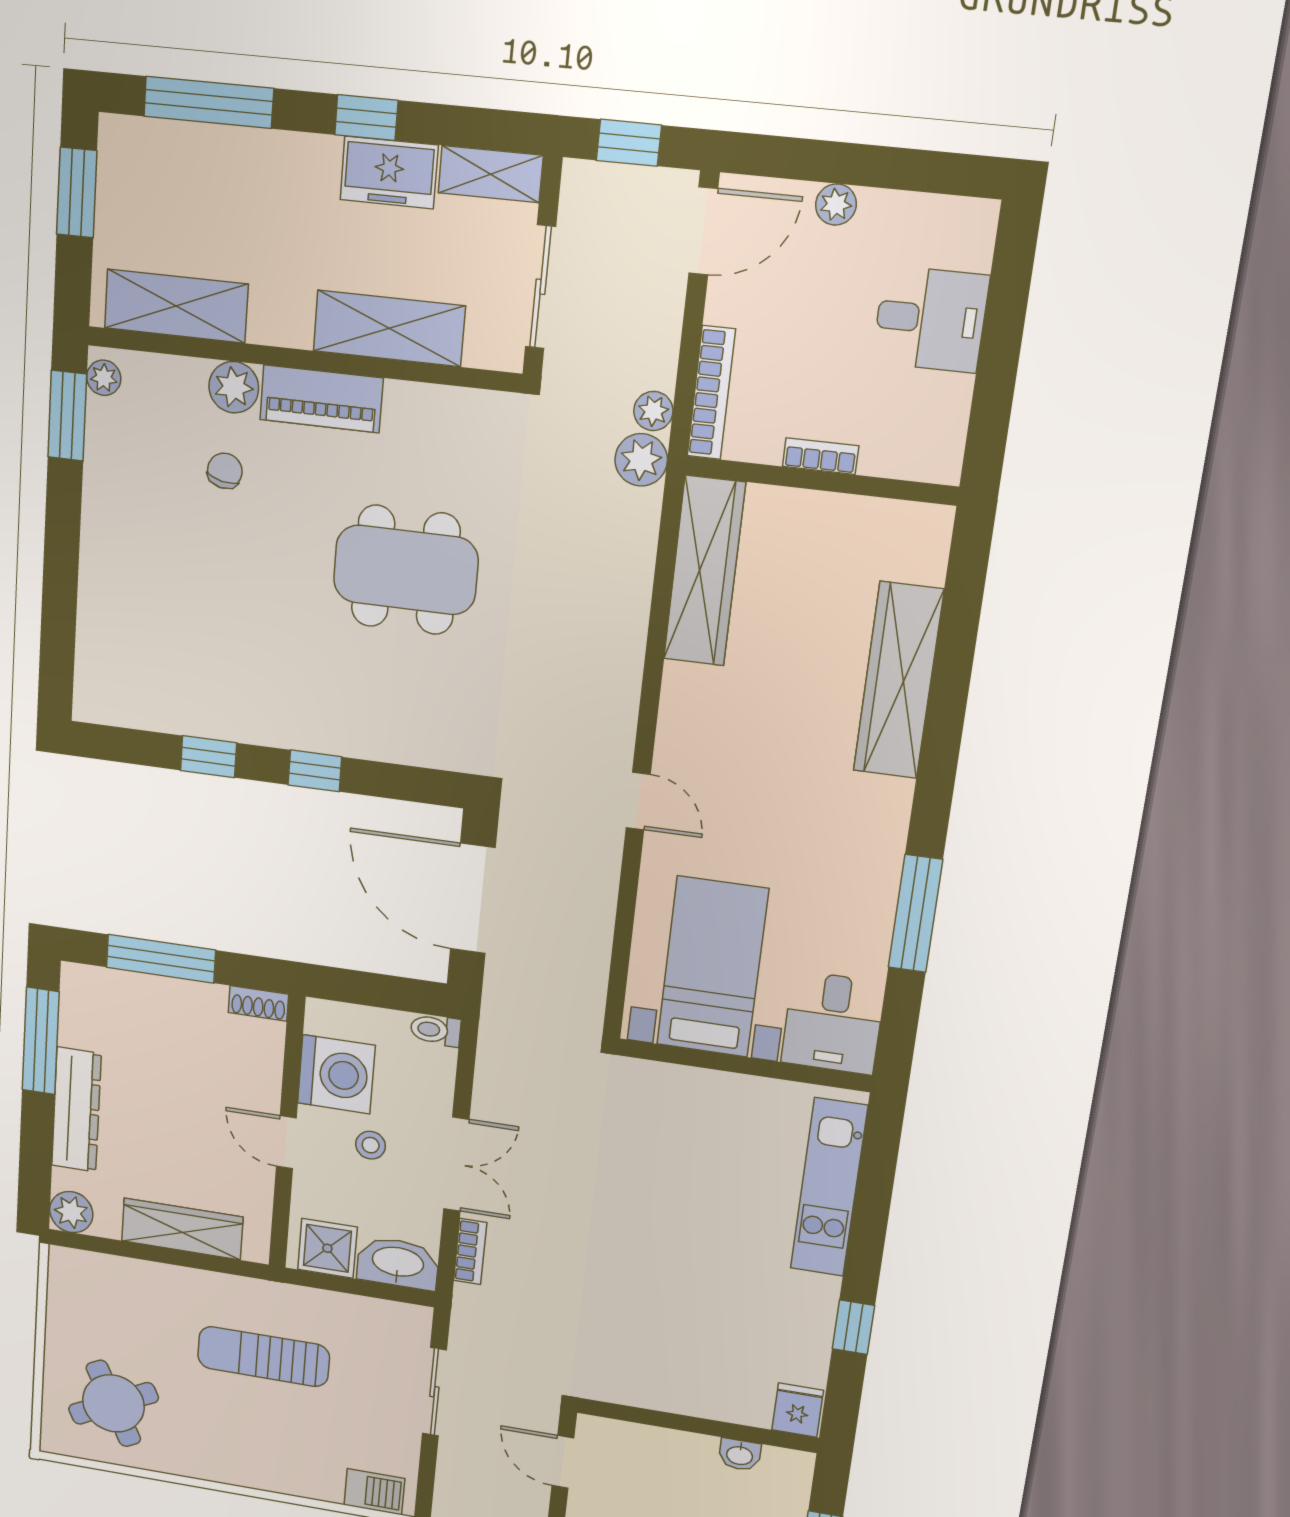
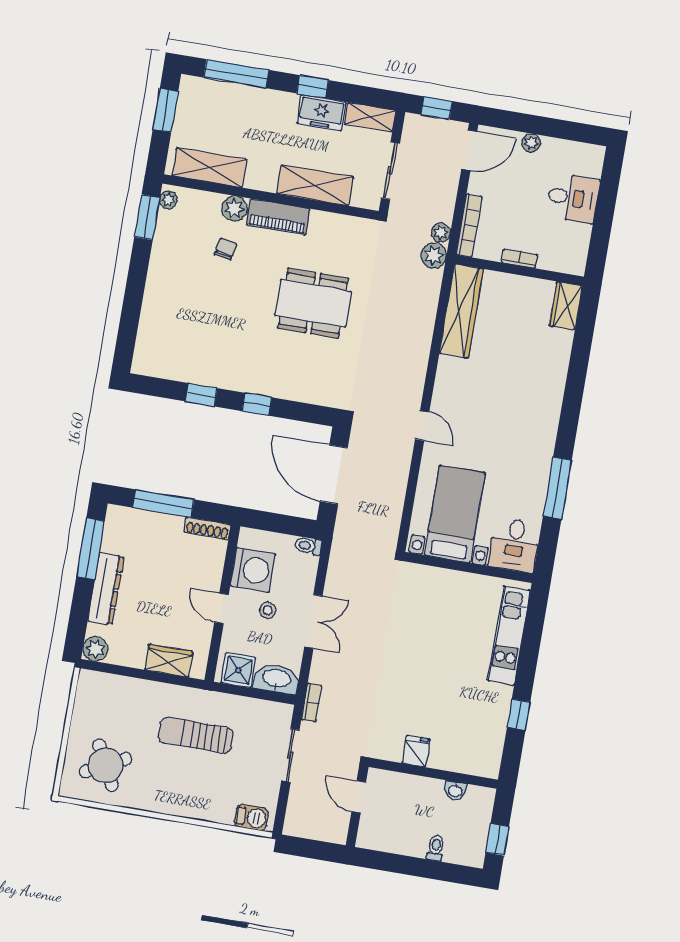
wardrobe: (898, 681) -> (566, 306), moved, width x0.48, depth x0.85
shoe rack: (258, 1003) -> (207, 528), width x1.43
wardrobe: (182, 1229) -> (169, 661), width x0.67
bookcase: (470, 1252) -> (312, 703), moved
fridge: (798, 1410) -> (416, 751), moved

